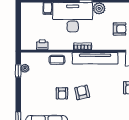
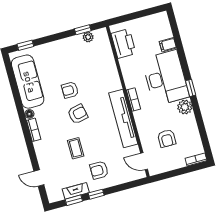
printer: (42, 45) -> (123, 44), width x1.87, depth x1.48
coffee table: (57, 60) -> (76, 148), moved

